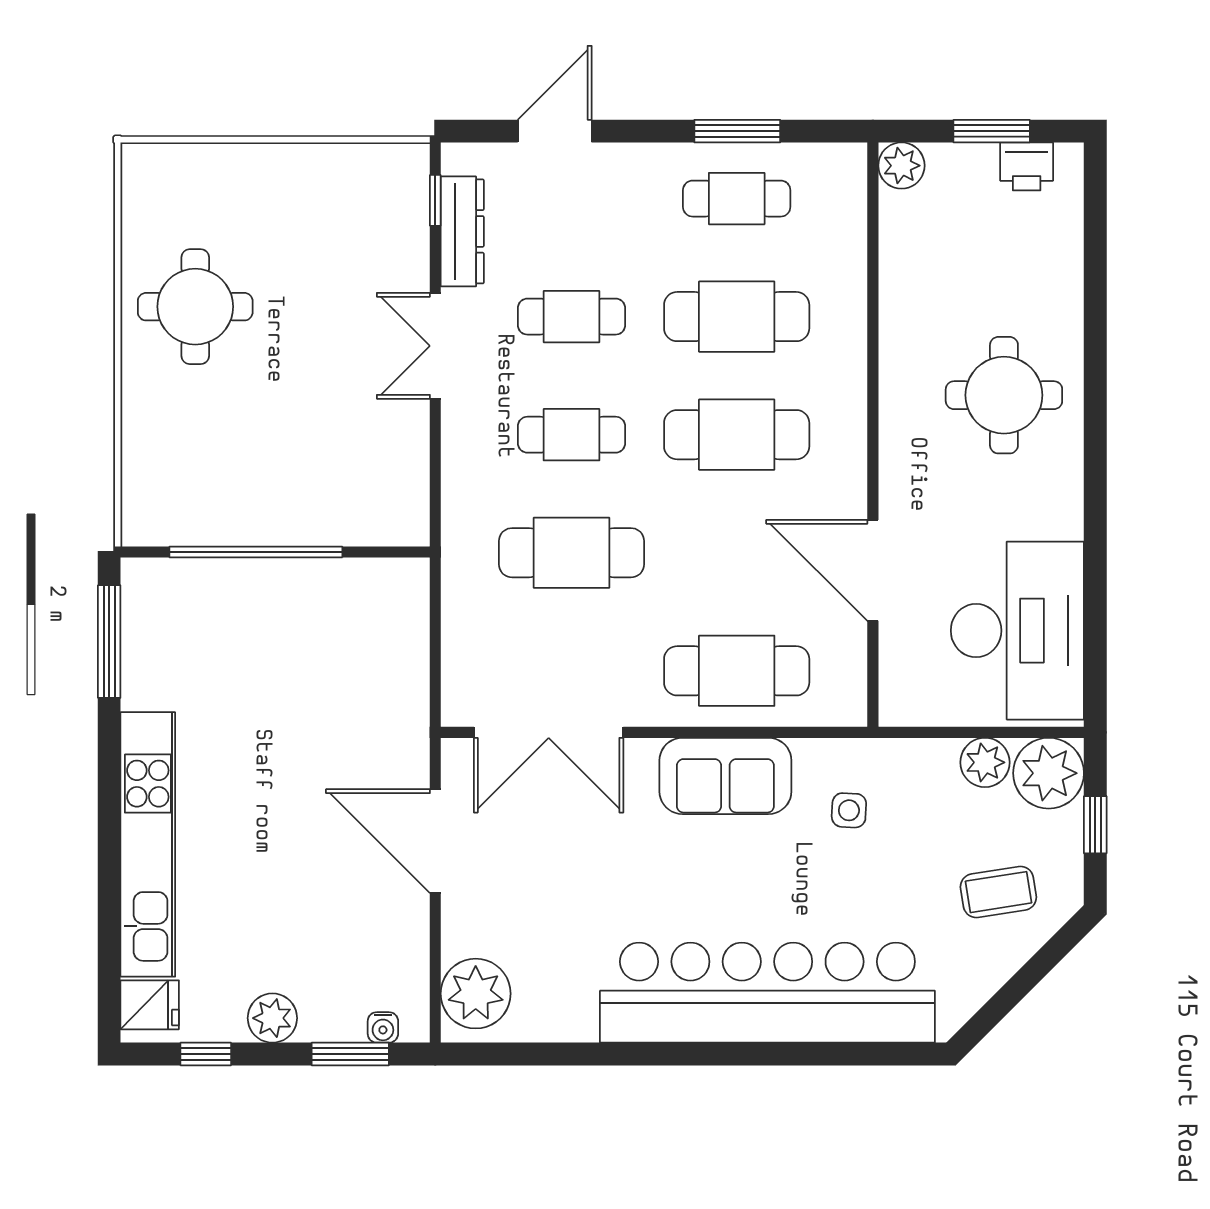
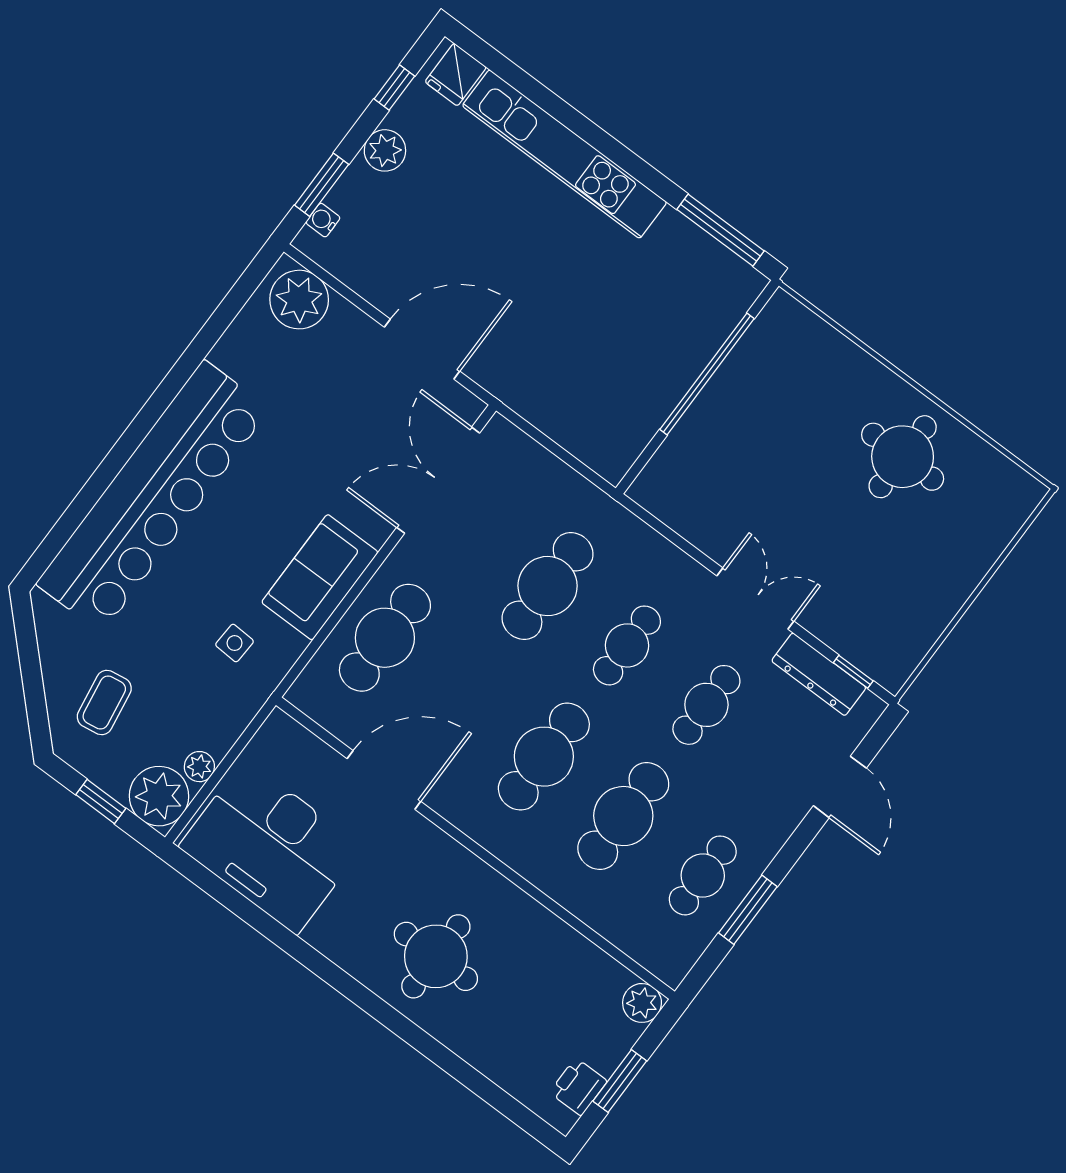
plant: (985, 762) -> (199, 767), width x0.73, depth x0.73

